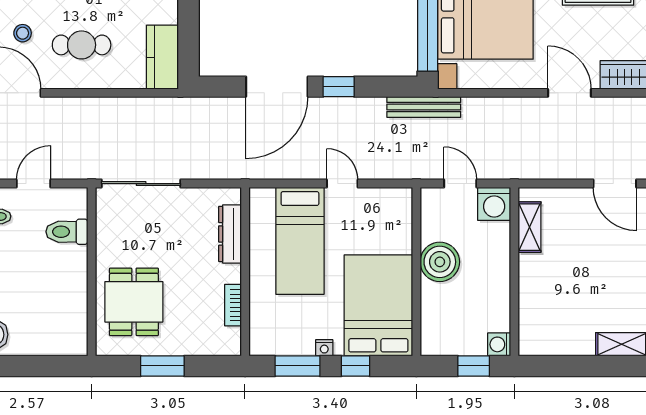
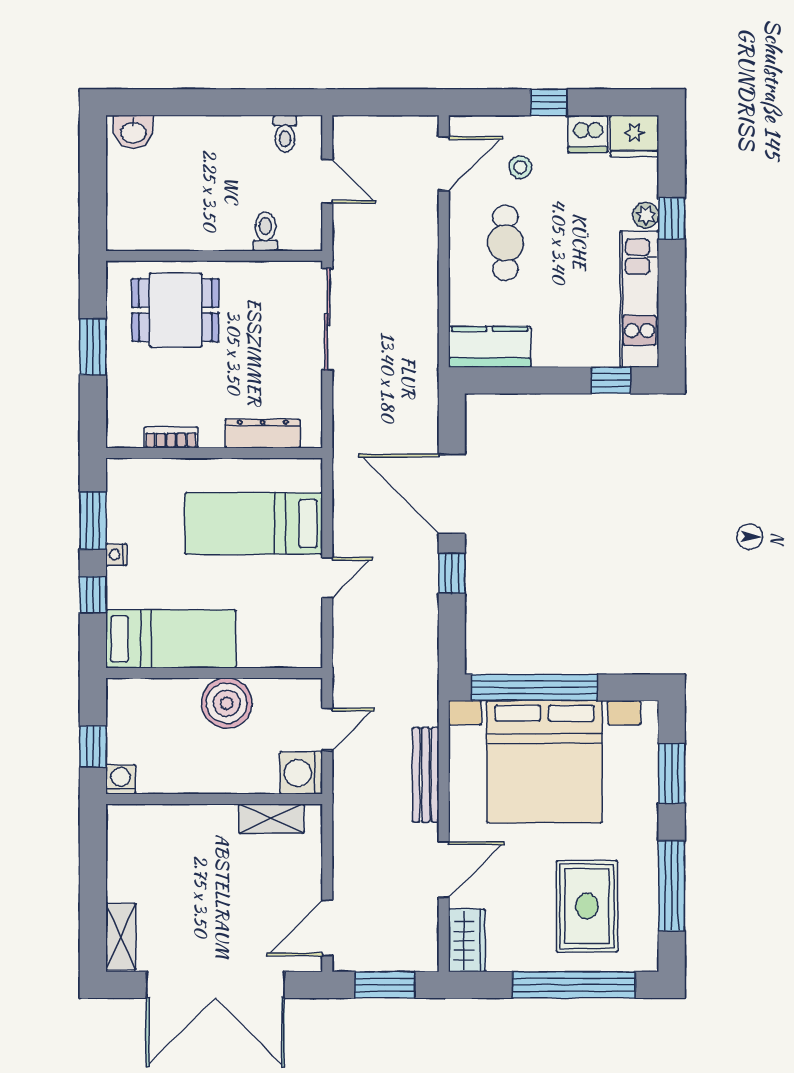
bench: (424, 107) -> (426, 775), moved
toilet: (67, 232) -> (265, 232), width x0.73, depth x0.72
bed: (378, 305) -> (171, 639), width x0.67

